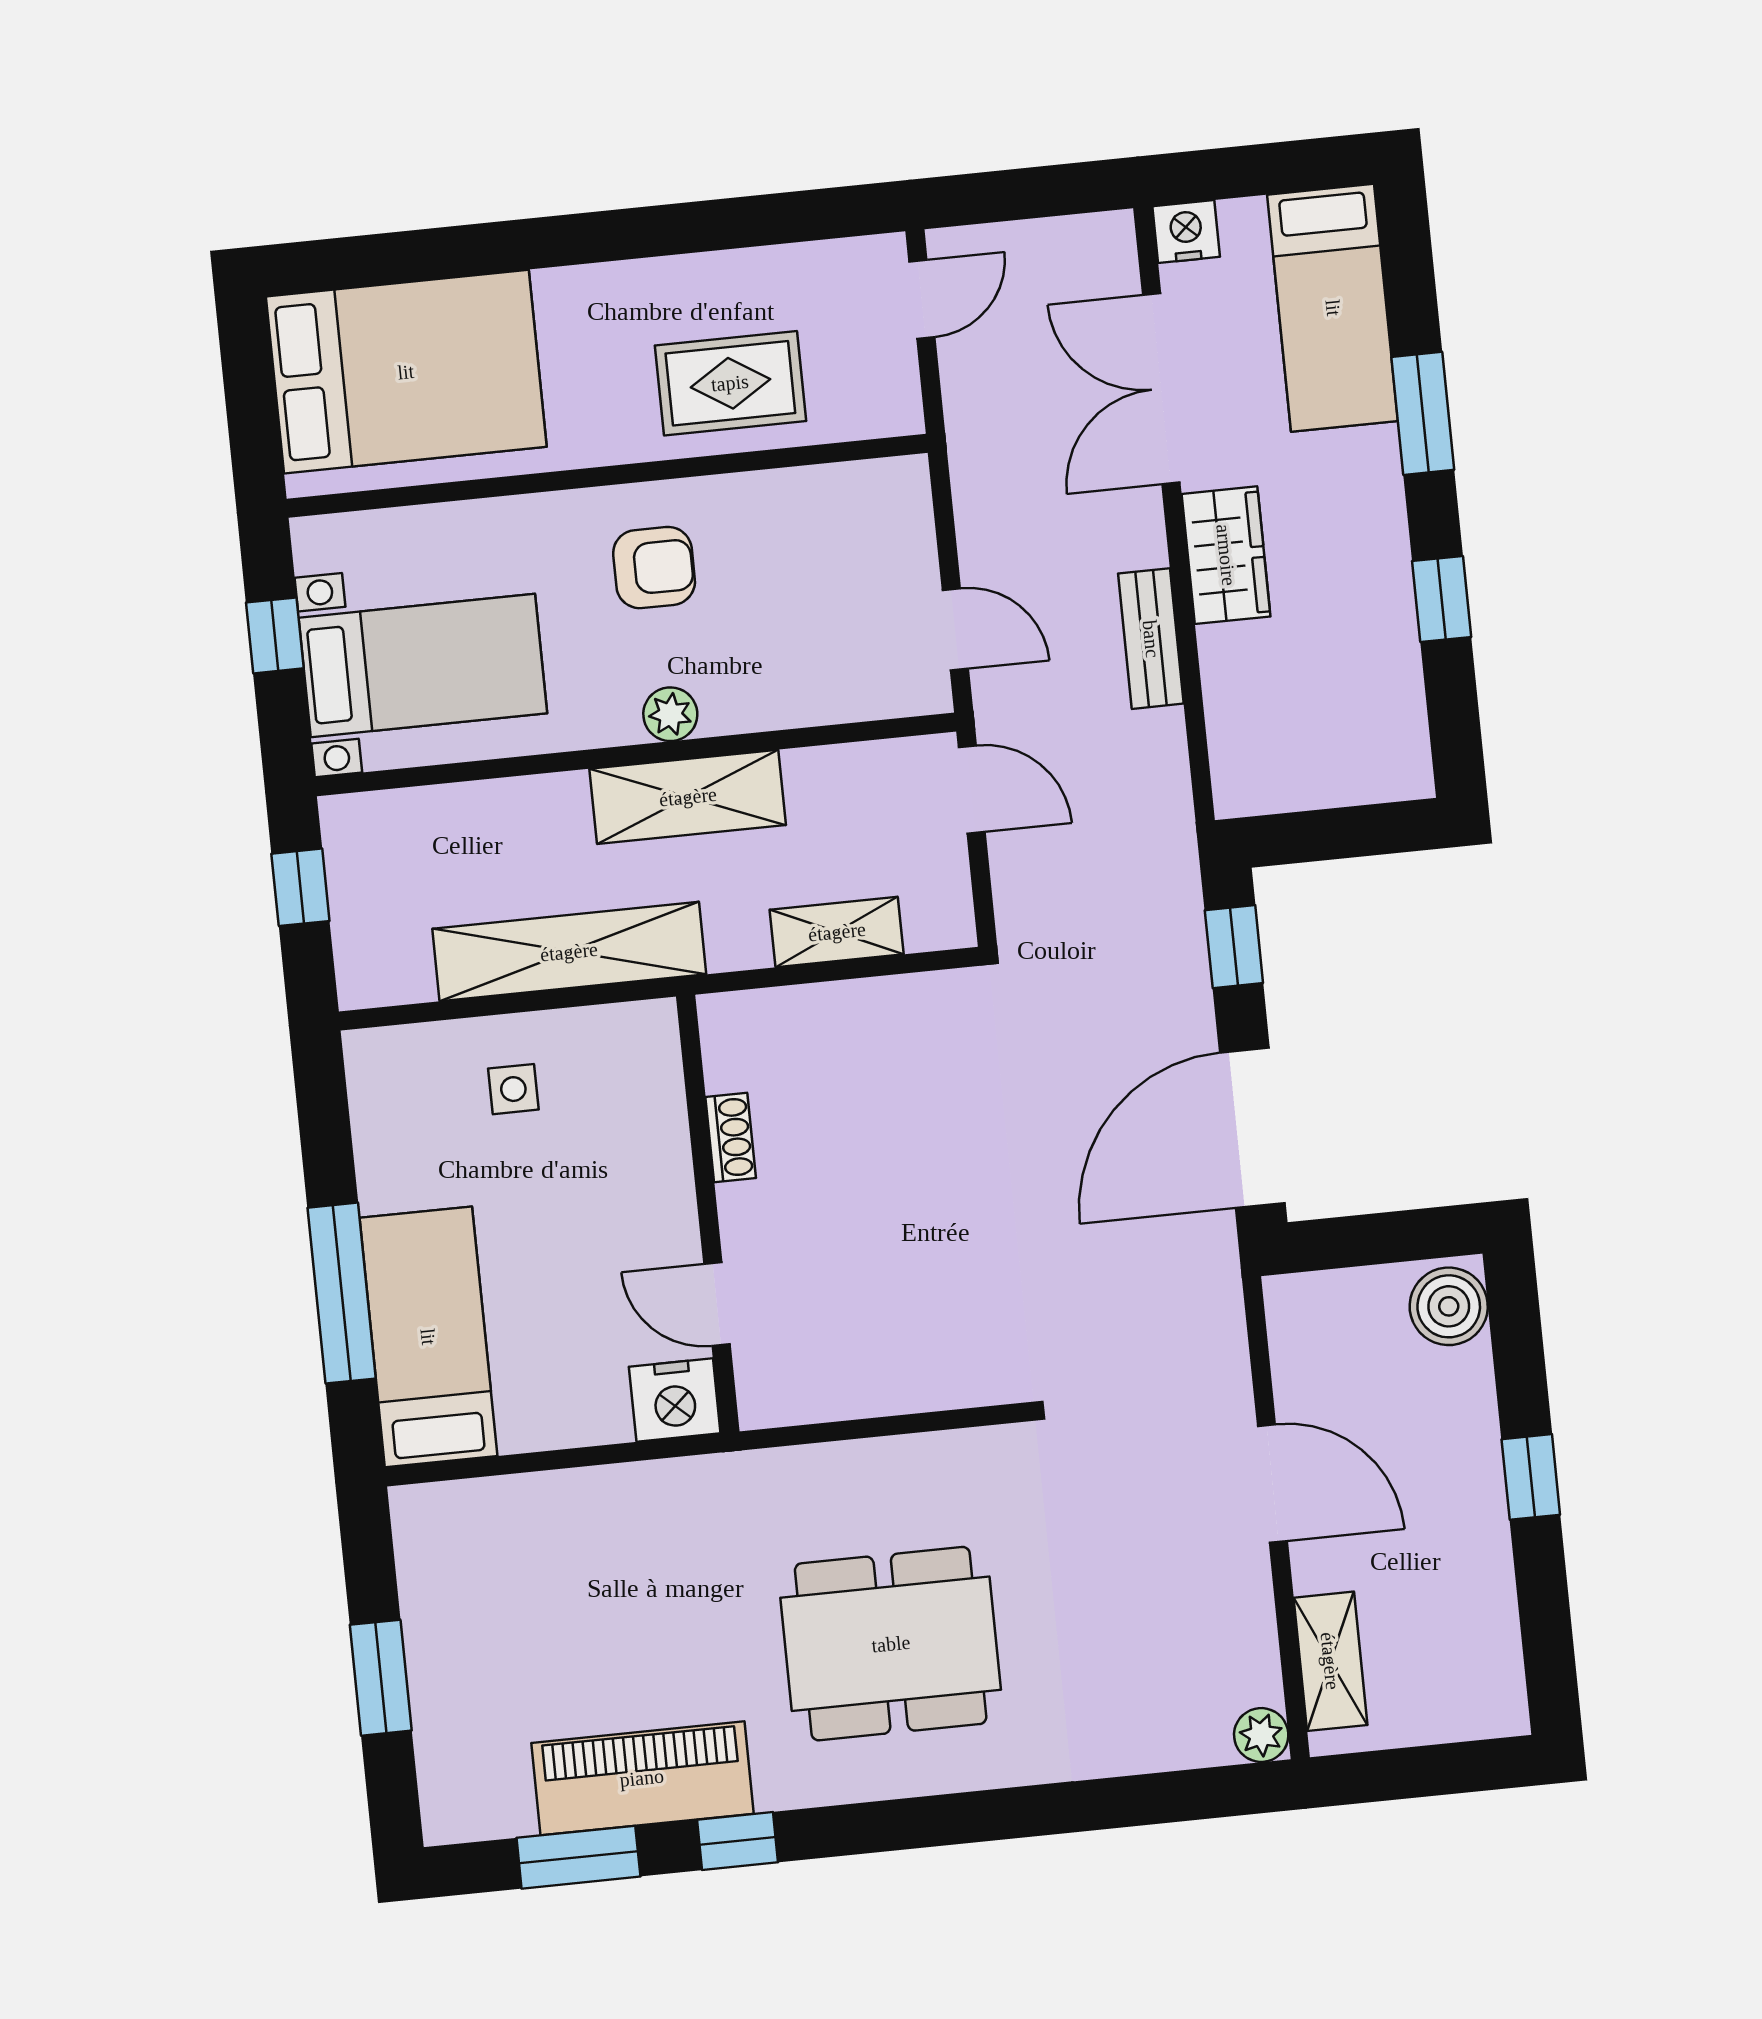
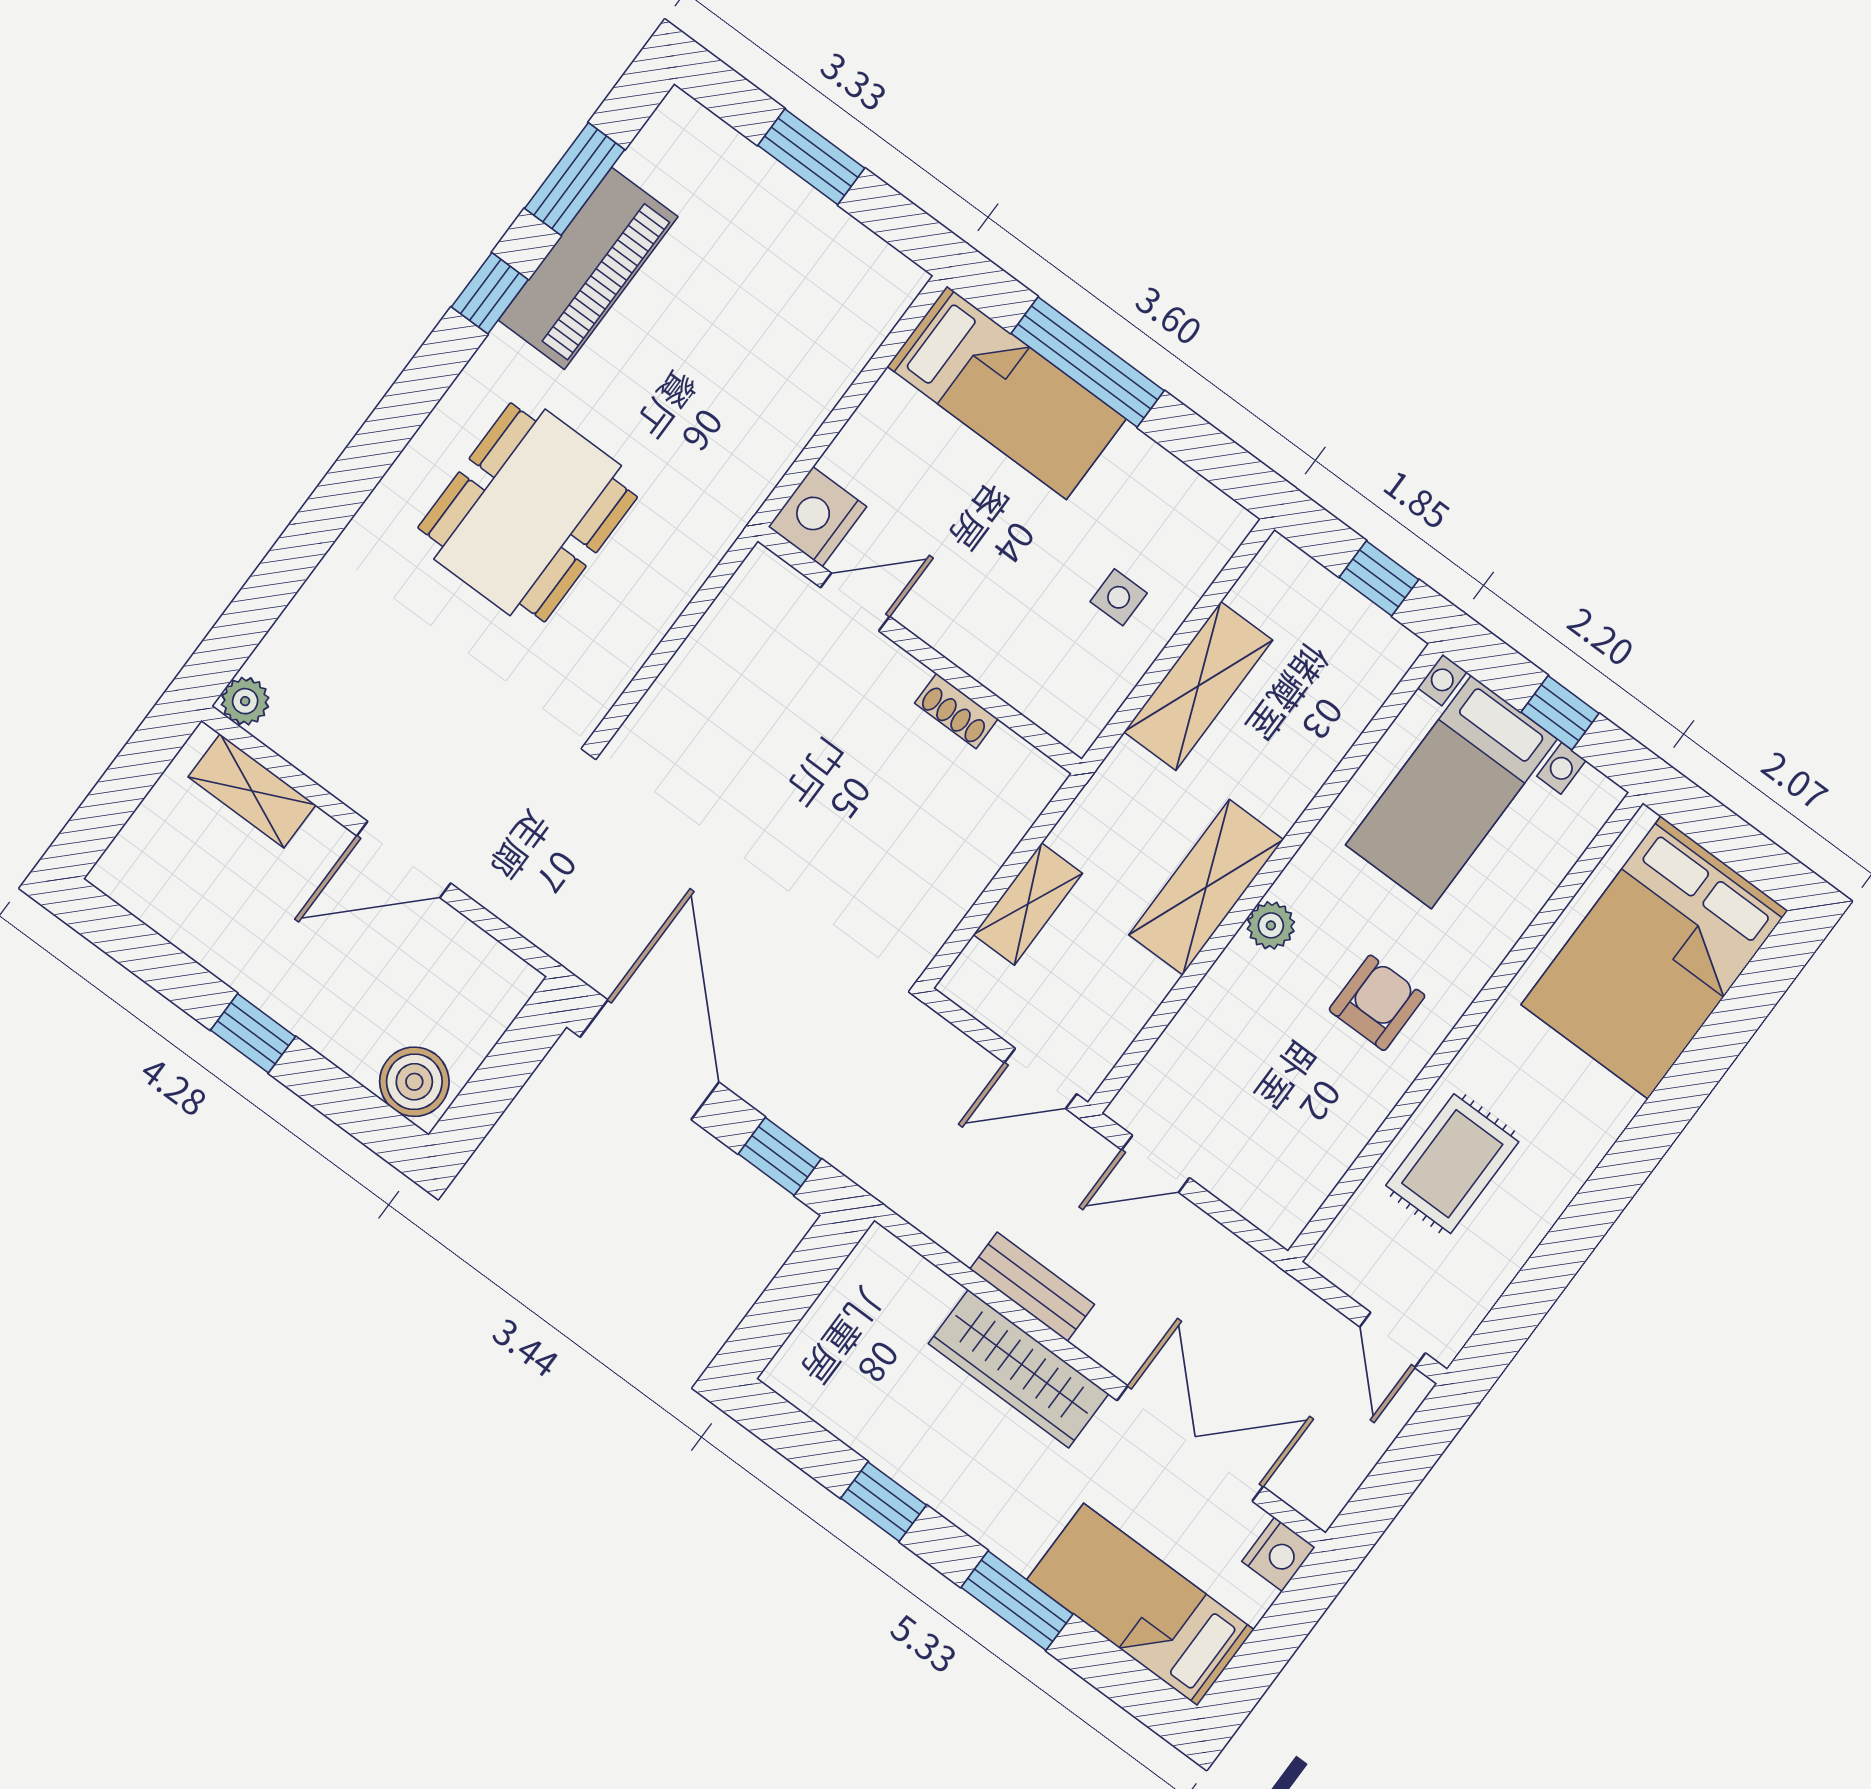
wardrobe: (1226, 555) -> (1018, 1369), width x1.50
armchair: (654, 568) -> (1377, 1003), turned 180
shelving: (569, 952) -> (1198, 686), width x0.68

